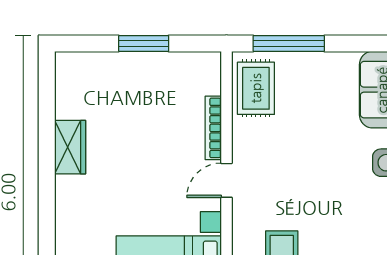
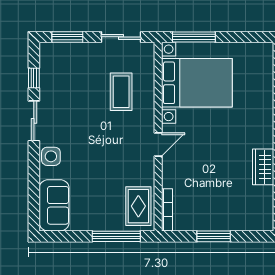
bookcase: (213, 128) -> (167, 210), moved

